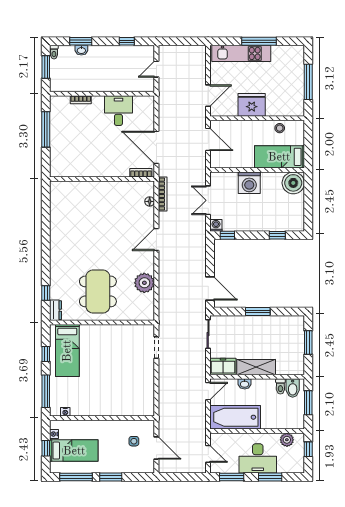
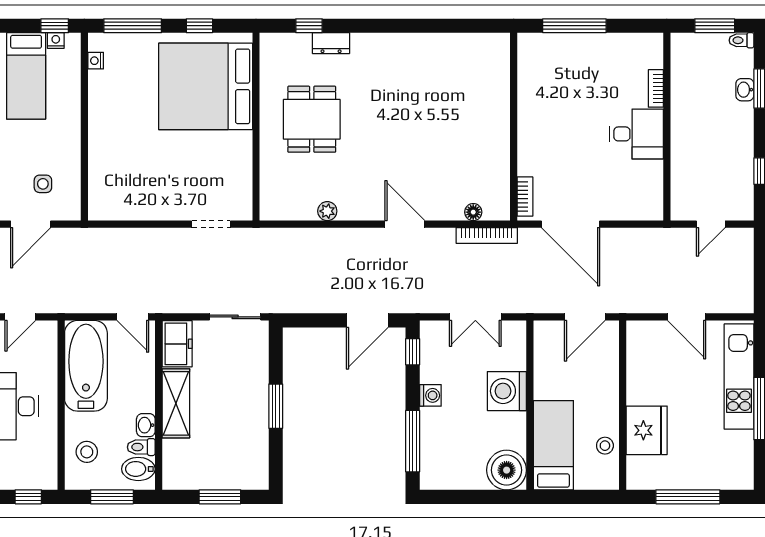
door: (156, 69) -> (711, 224), swing flipped
door: (208, 96) -> (687, 317), moved
fridge: (252, 105) -> (647, 430), moved
desk: (118, 111) -> (636, 134), moved
window: (46, 129) -> (574, 26), moved
door: (156, 147) -> (570, 224), swing flipped
double door: (208, 200) -> (475, 317), swing flipped
washing machine: (216, 225) -> (430, 395), moved
window: (277, 235) -> (413, 441), width x2.17
plant: (144, 283) -> (327, 211), width x0.53, depth x0.53
door: (210, 289) -> (367, 320), moved
dining table: (98, 291) -> (312, 119), width x0.73
dresser: (55, 310) -> (331, 43), moved
bed: (67, 351) -> (206, 86), width x2.04
washbasin: (245, 384) -> (146, 425), moved
stool: (283, 417) -> (87, 452), added
plant: (287, 440) -> (45, 459), removed
window: (46, 448) -> (55, 26), moved

